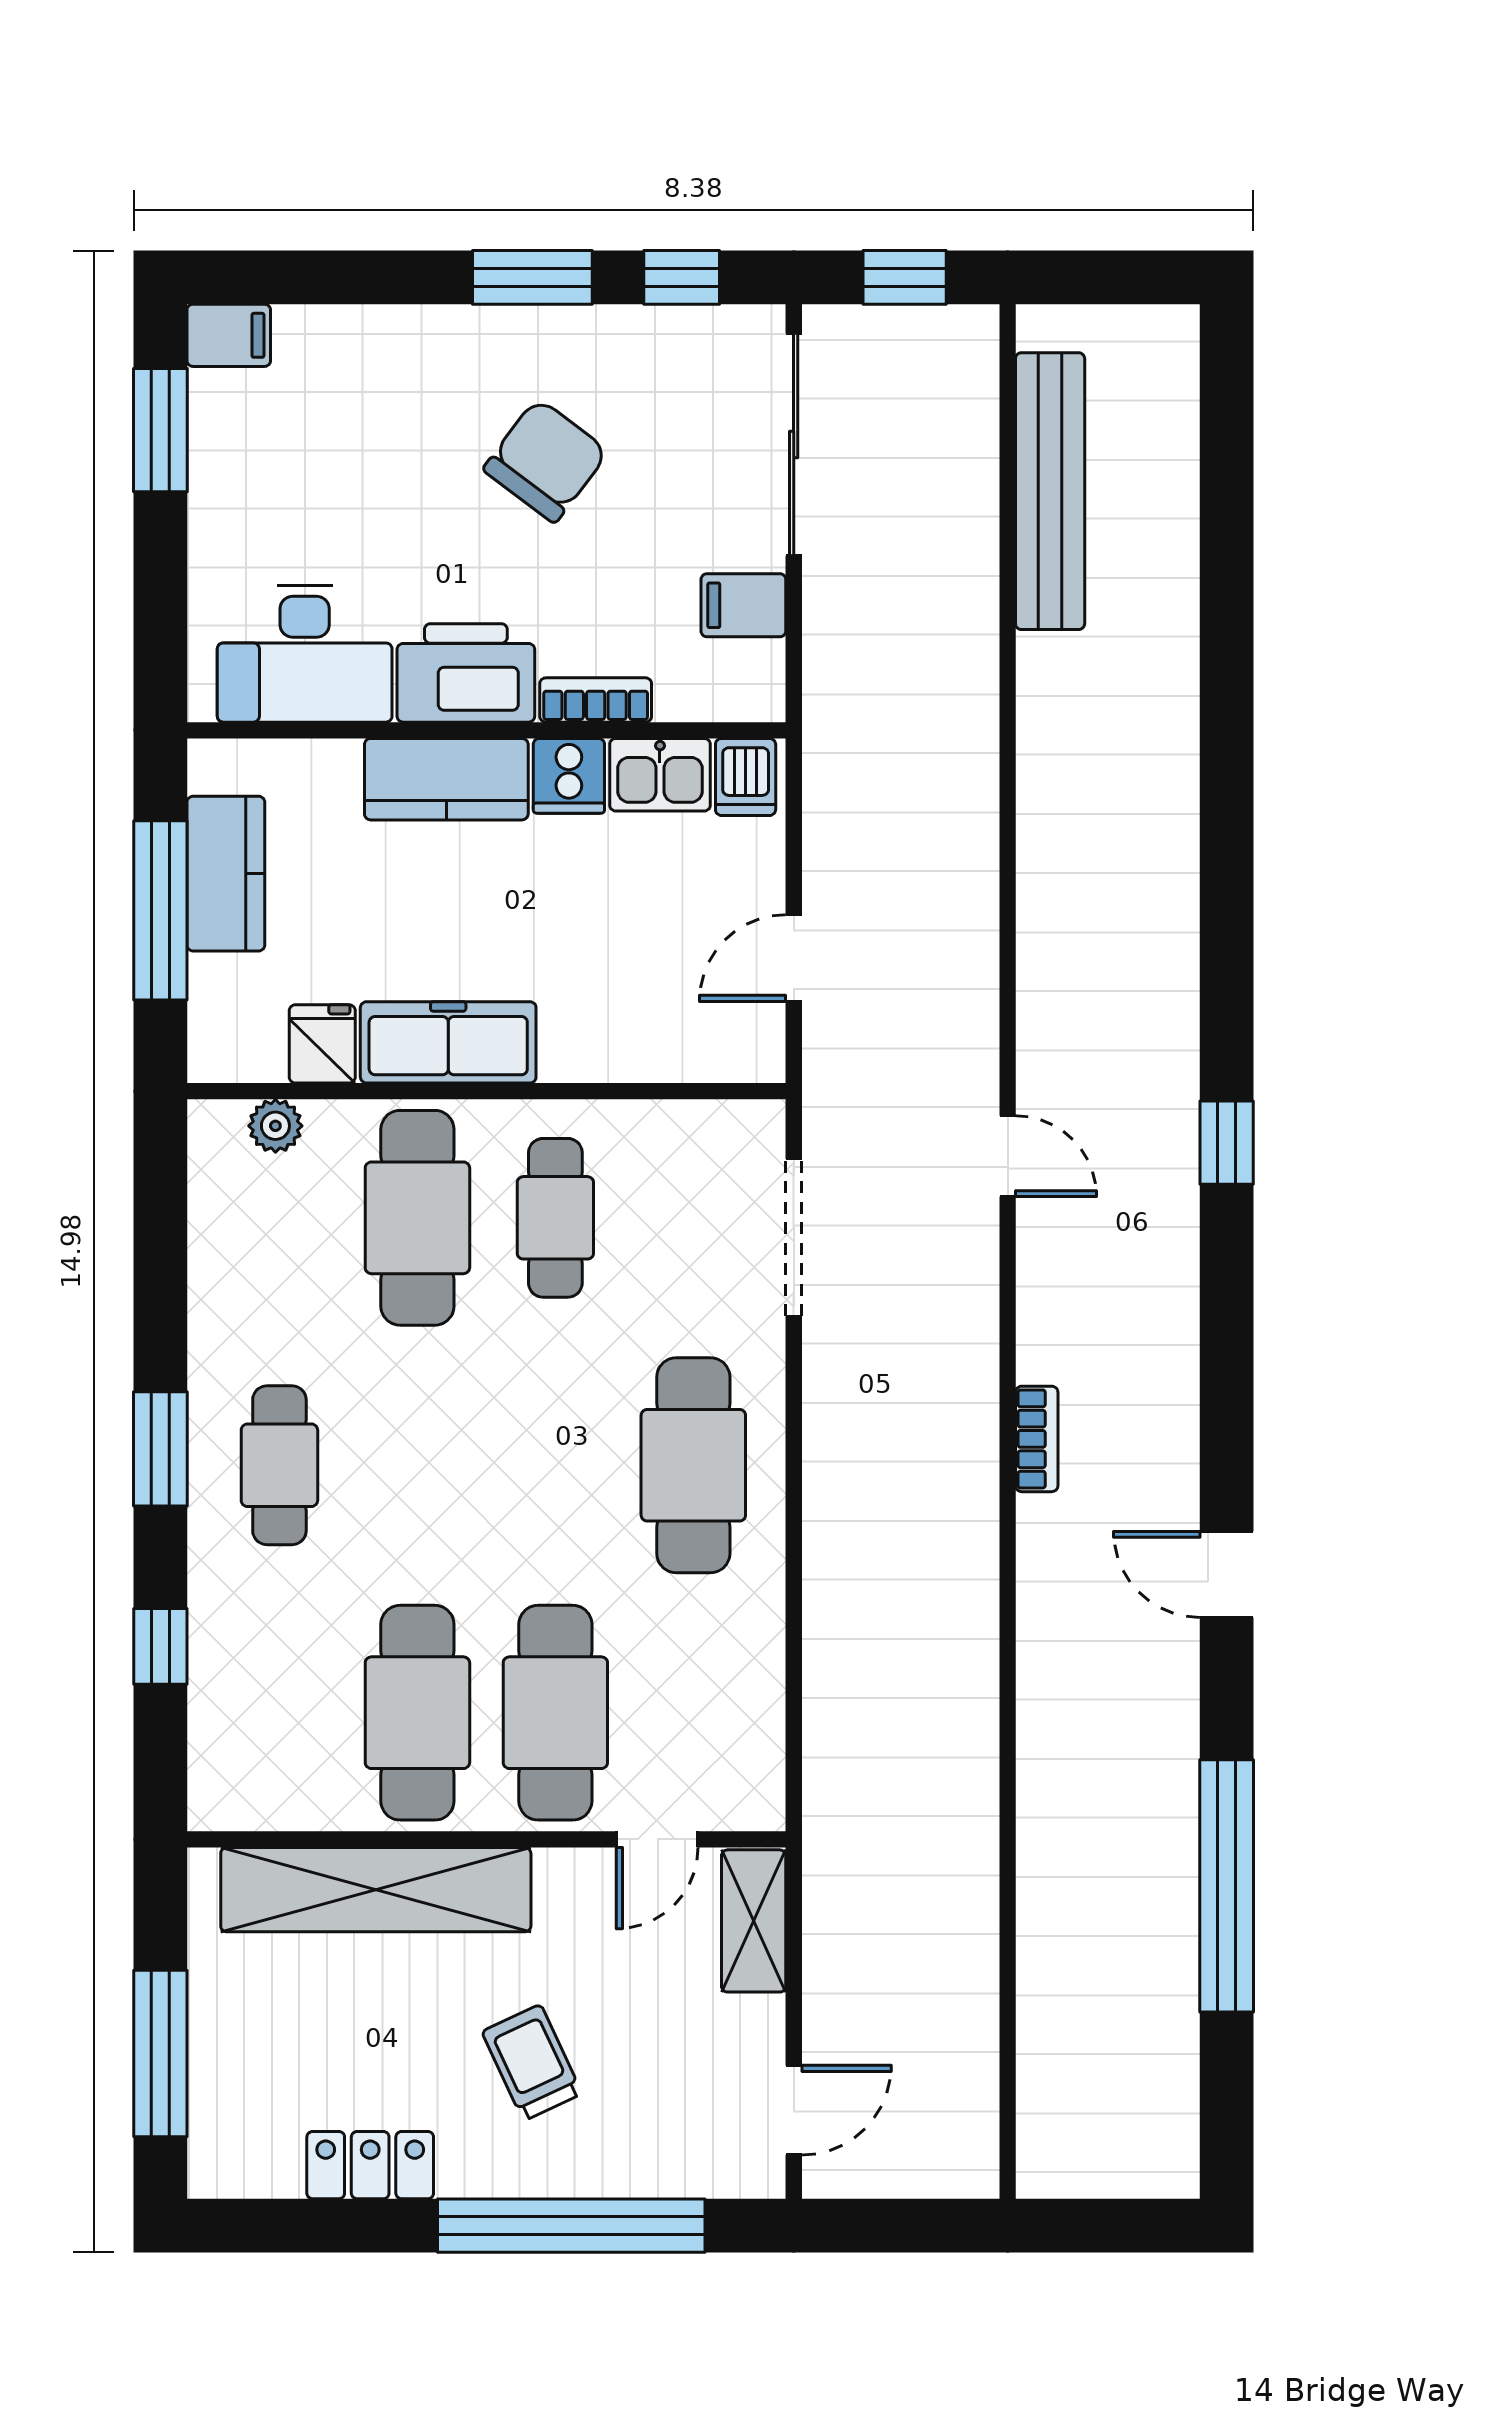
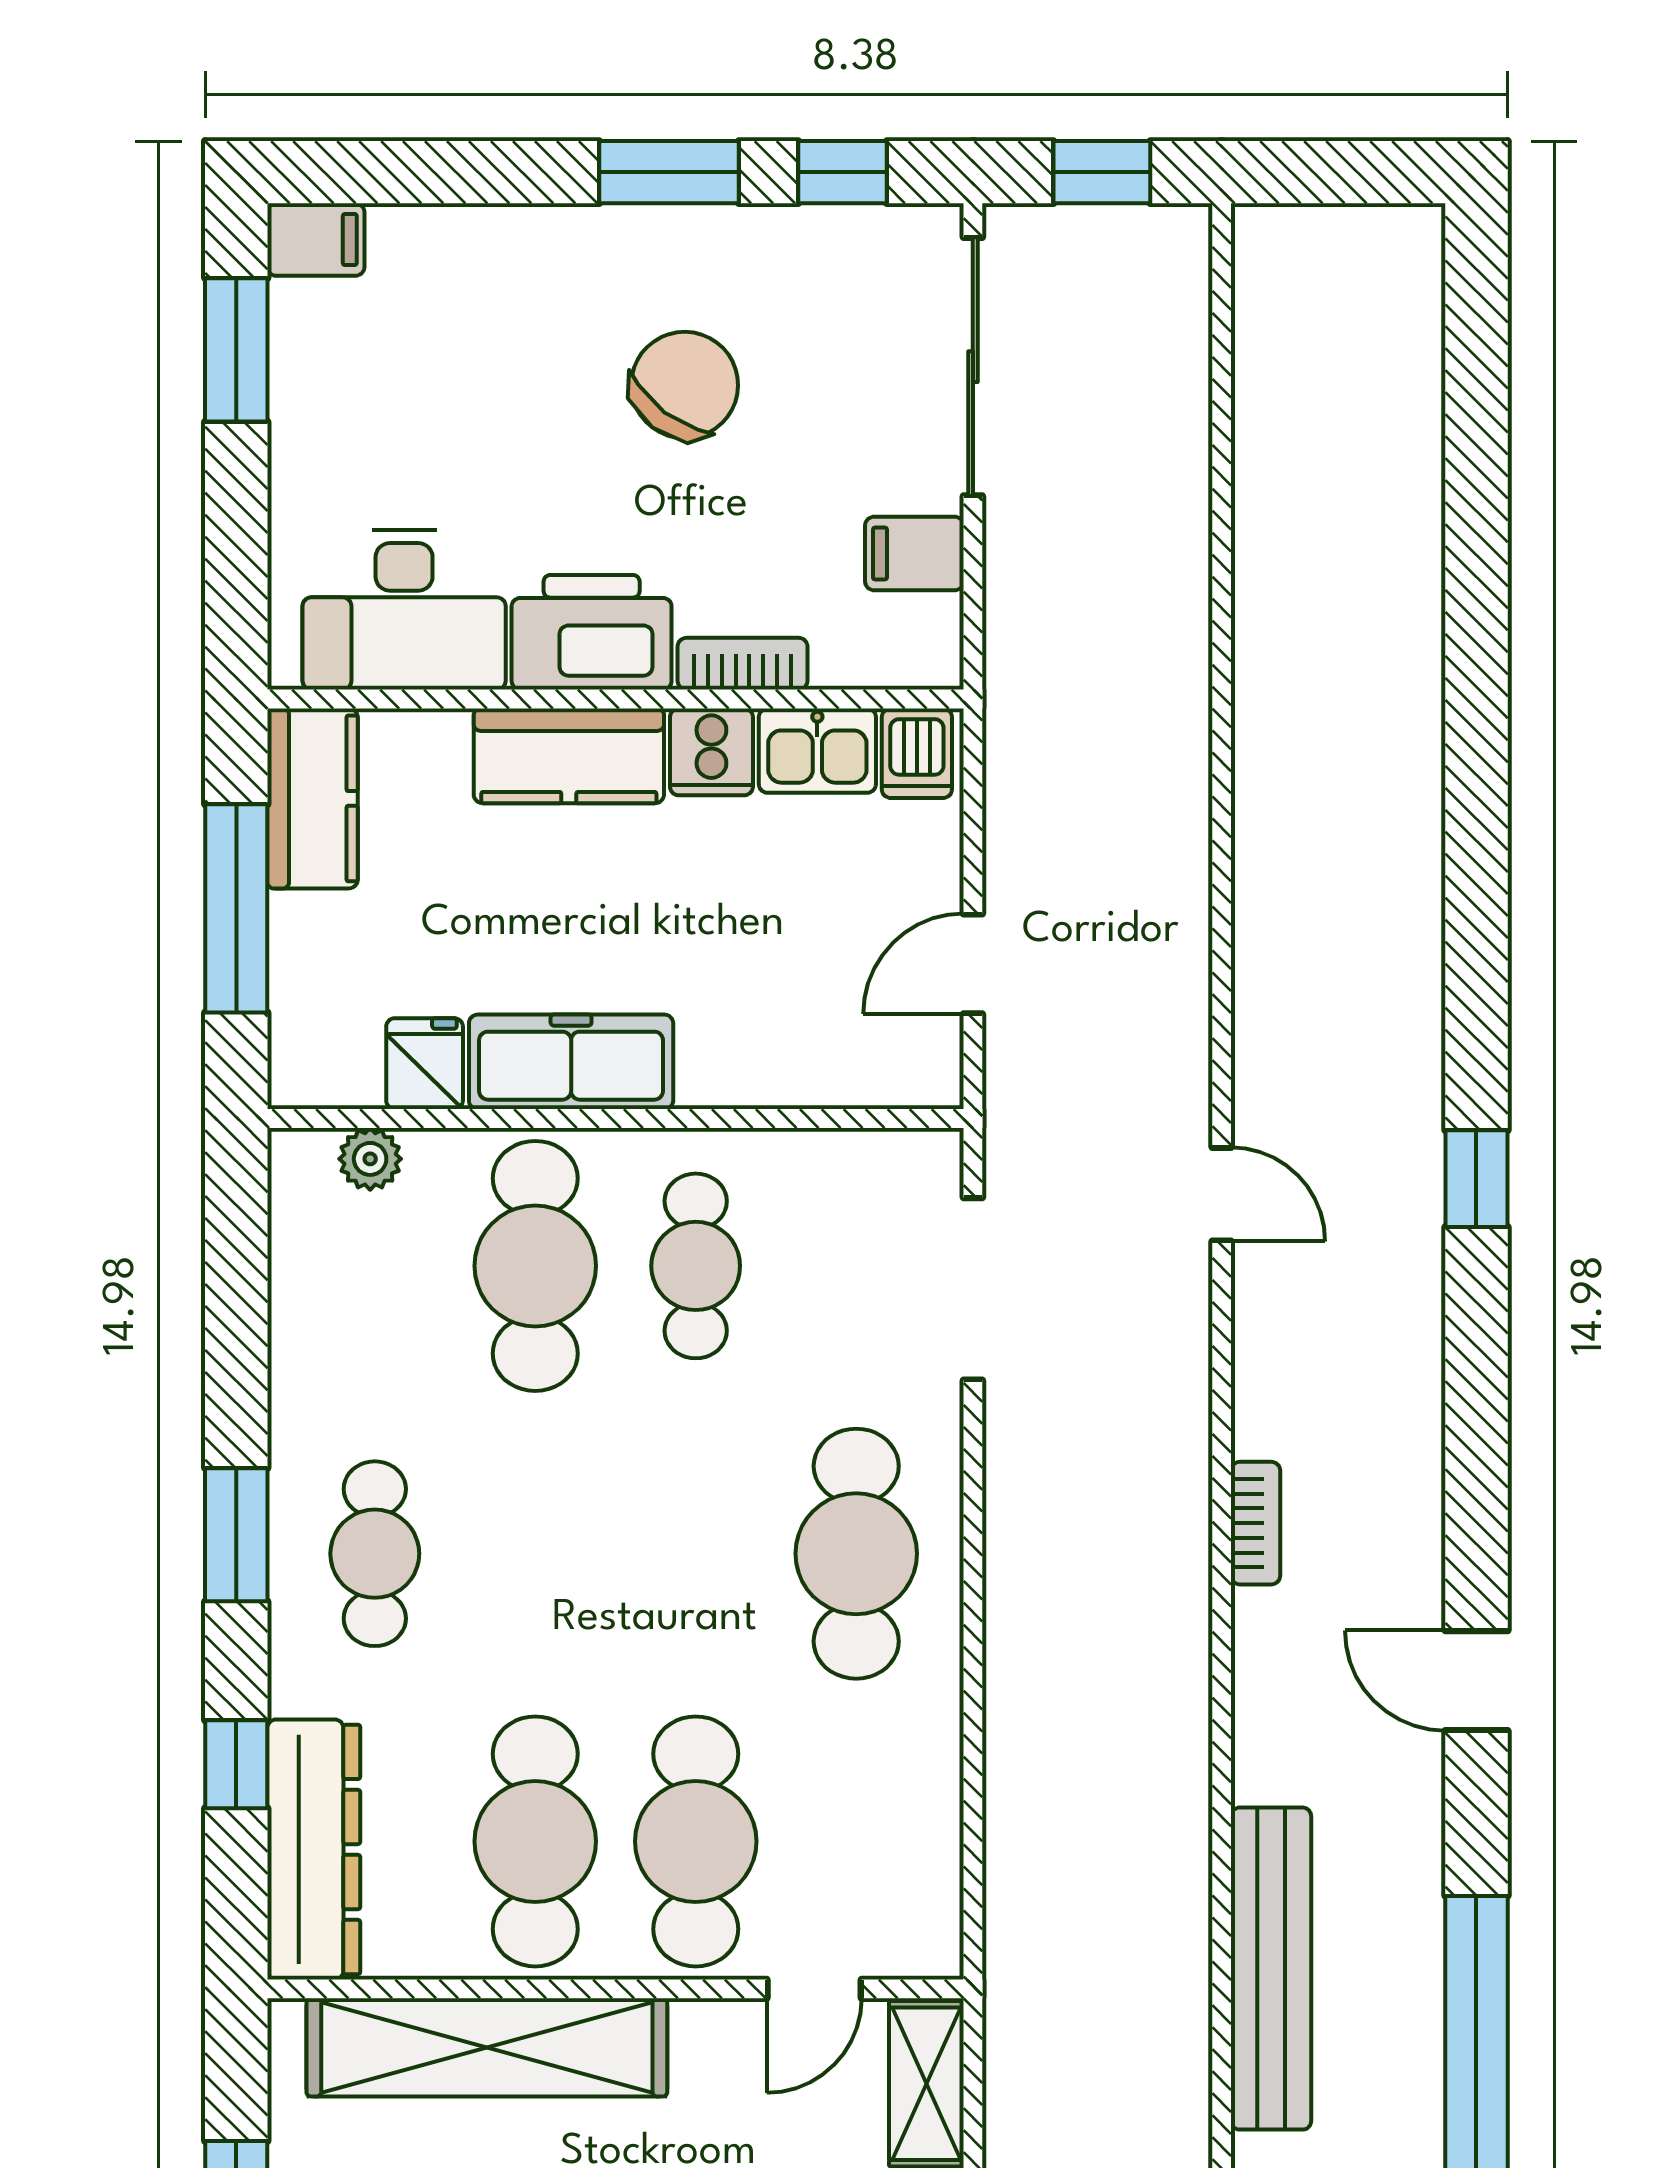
bench: (1050, 491) -> (1271, 1969), moved
kitchen counter: (226, 874) -> (312, 798), moved
dresser: (227, 1720) -> (314, 1849), added

